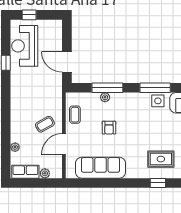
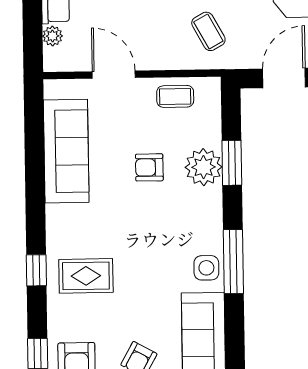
window: (107, 88) -> (232, 163), width x0.69
plant: (105, 97) -> (204, 167), width x1.87, depth x1.87
coffee table: (45, 124) -> (208, 31), moved
rug: (161, 159) -> (86, 276), turned 90

